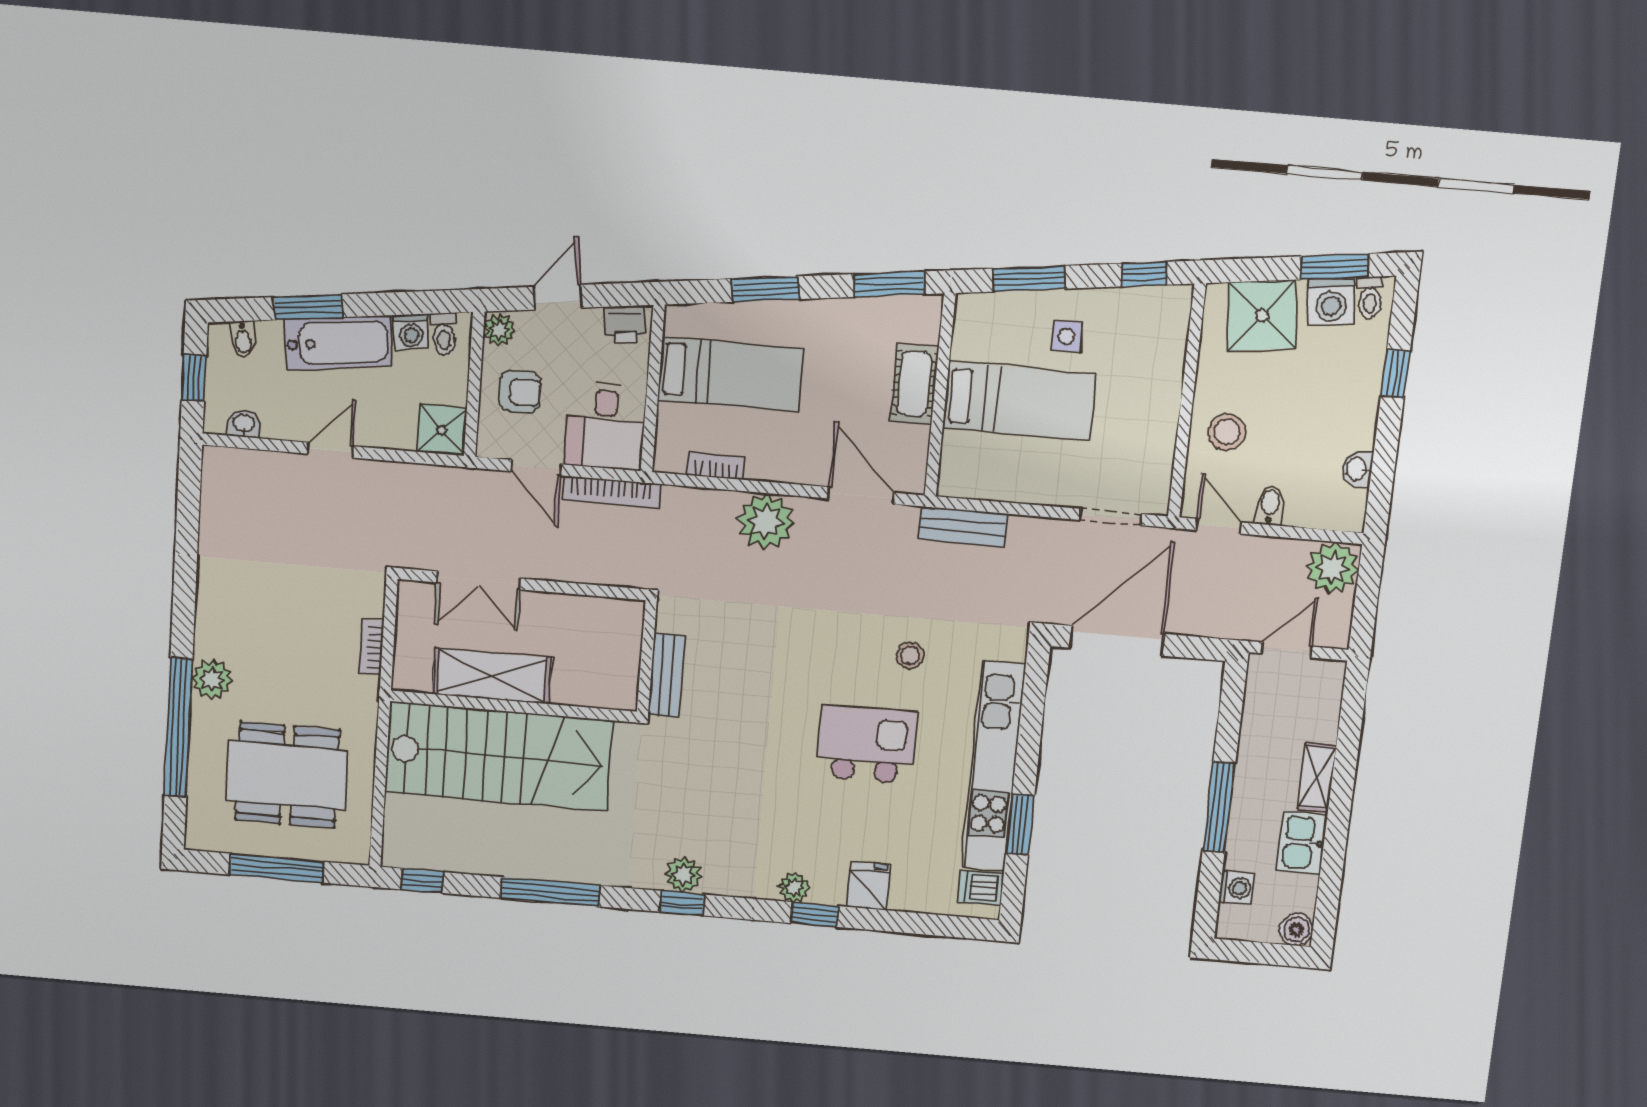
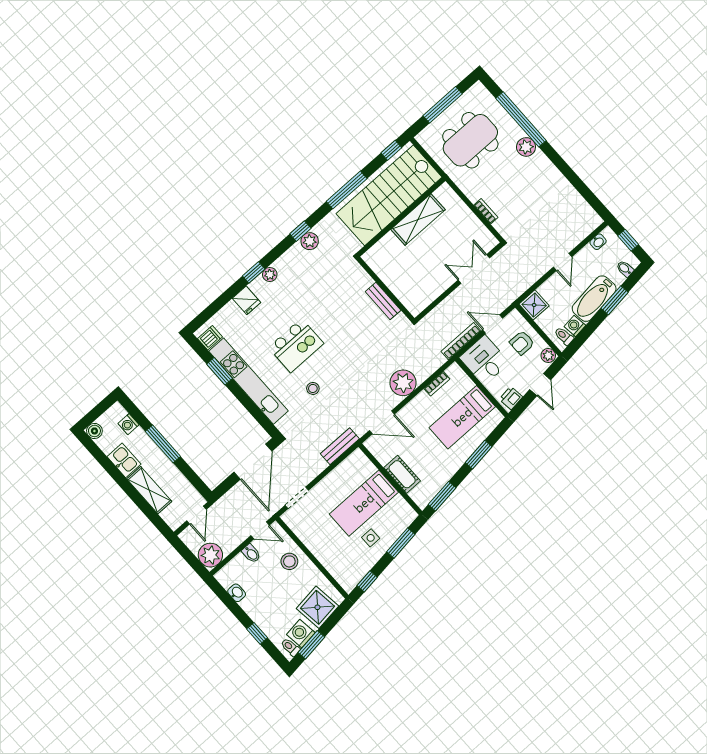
shelving: (492, 676) -> (418, 220), moved
wall: (514, 706) -> (401, 217), moved
stairs: (499, 756) -> (389, 195), moved
shelving: (1317, 777) -> (149, 490), width x1.50, depth x1.33

